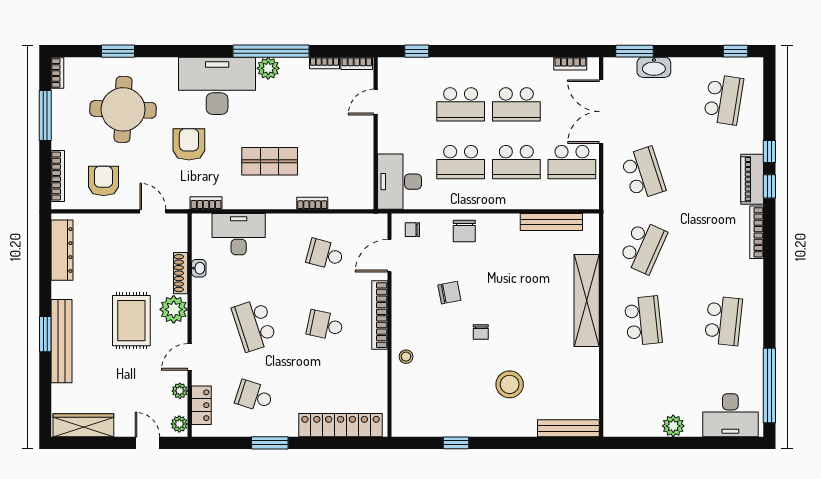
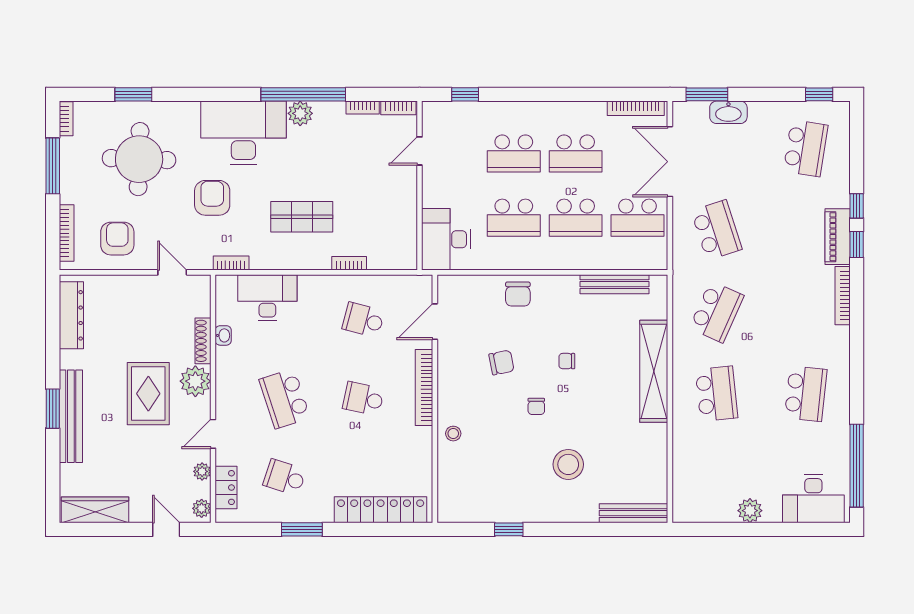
bookcase: (570, 64) -> (636, 108), width x1.56
chair: (412, 230) -> (567, 361), moved

